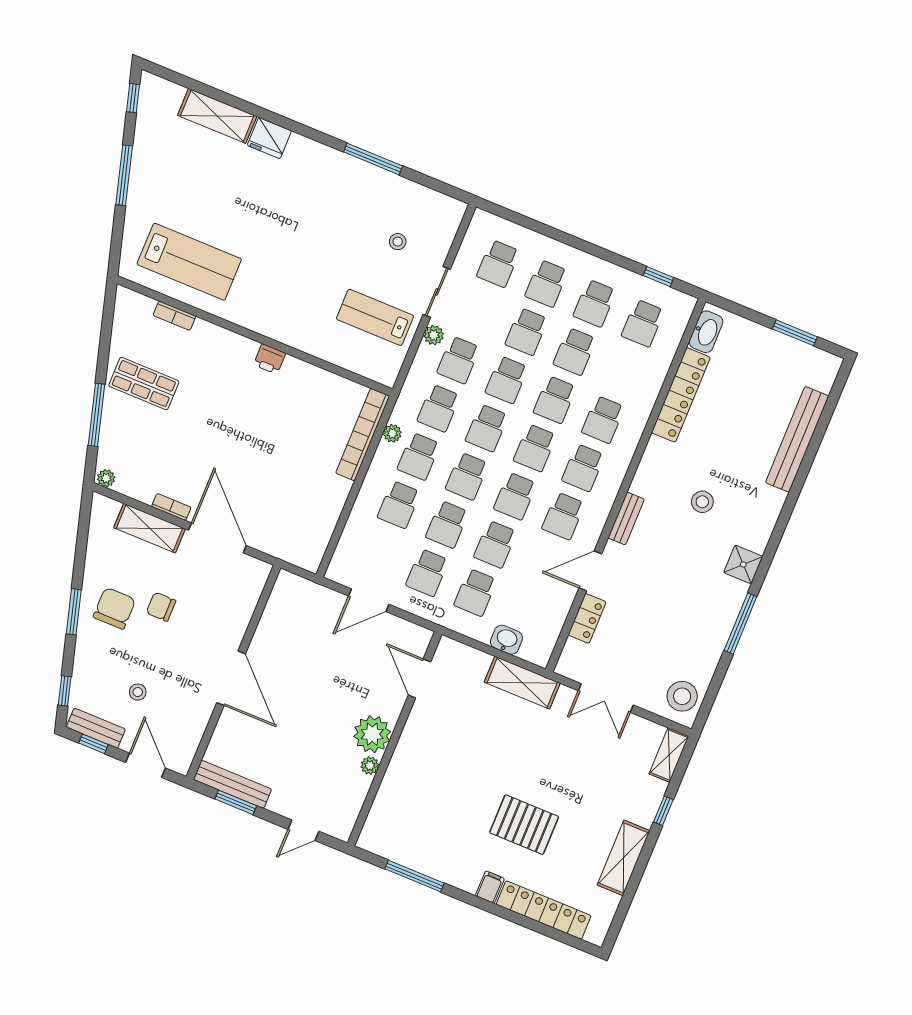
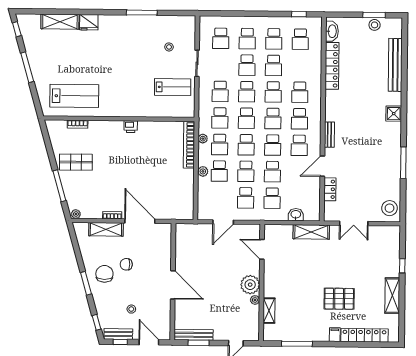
lab bench: (375, 317) -> (173, 87), turned 180
plant: (434, 335) -> (203, 171), moved
stool: (702, 502) -> (375, 25), moved
shower: (743, 564) -> (394, 114), moved
shelving: (669, 755) -> (269, 311), moved

